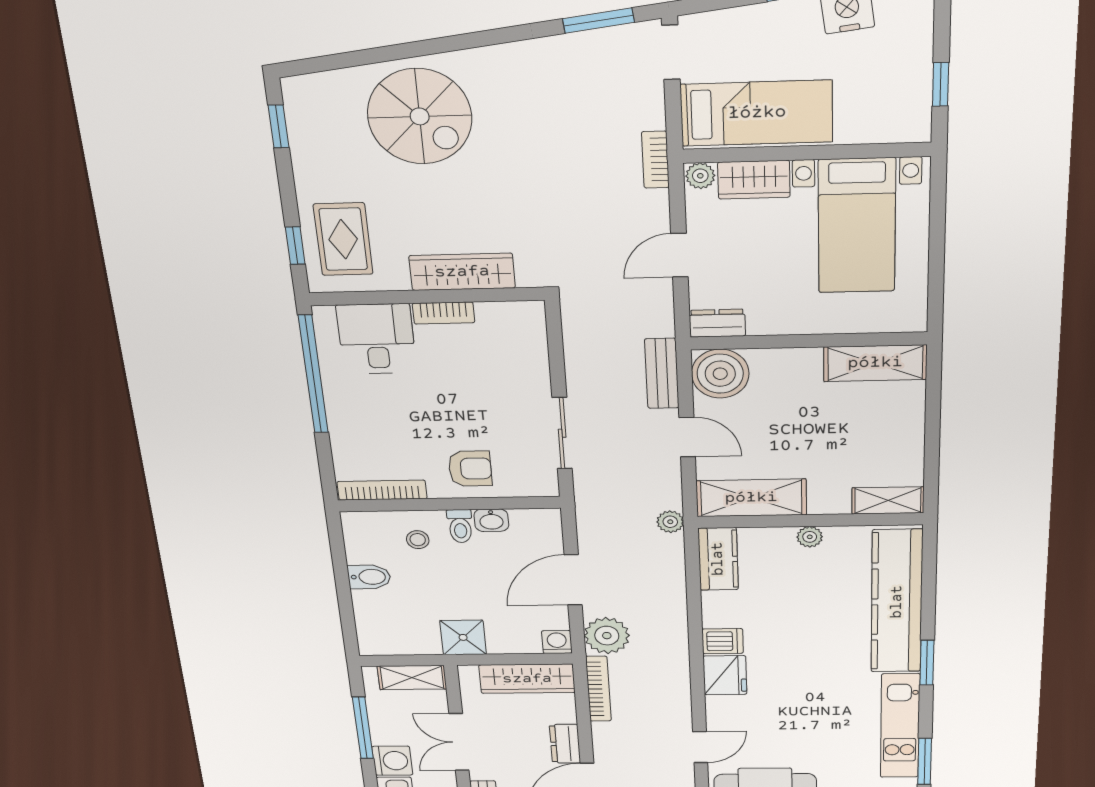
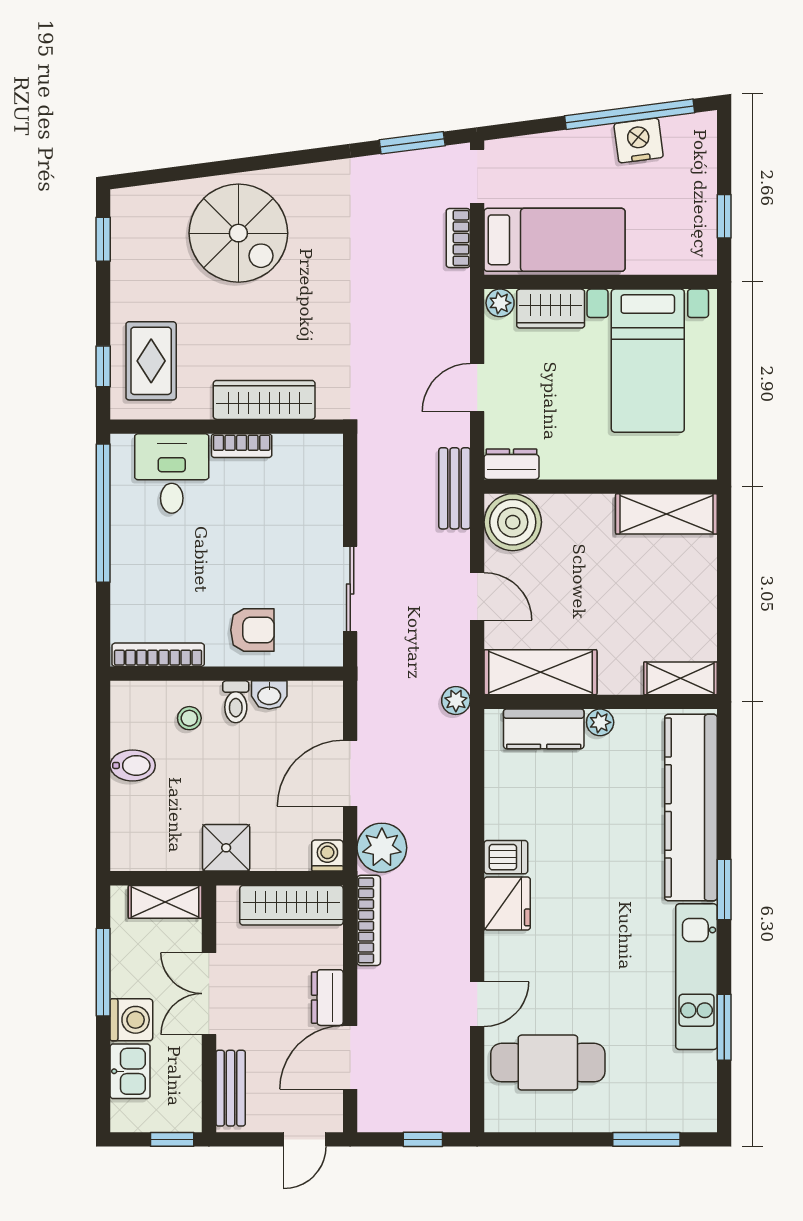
bookcase: (655, 160) -> (458, 238), moved
bench: (662, 373) -> (455, 488), moved
kitchen counter: (718, 559) -> (544, 729), moved, turned 90

